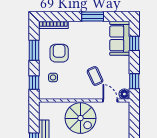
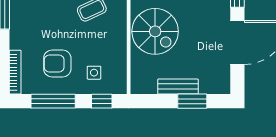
window: (34, 50) -> (53, 101), width x1.44
spiral stairs: (80, 118) -> (155, 31), turned 90

